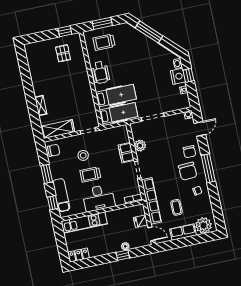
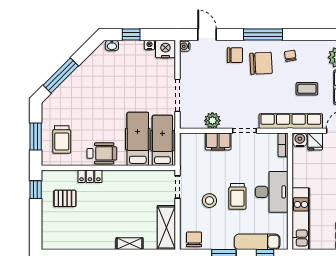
locker: (82, 68) -> (90, 176), added
nightstand: (178, 76) -> (165, 49), moved
water cooler: (140, 210) -> (300, 140), added

